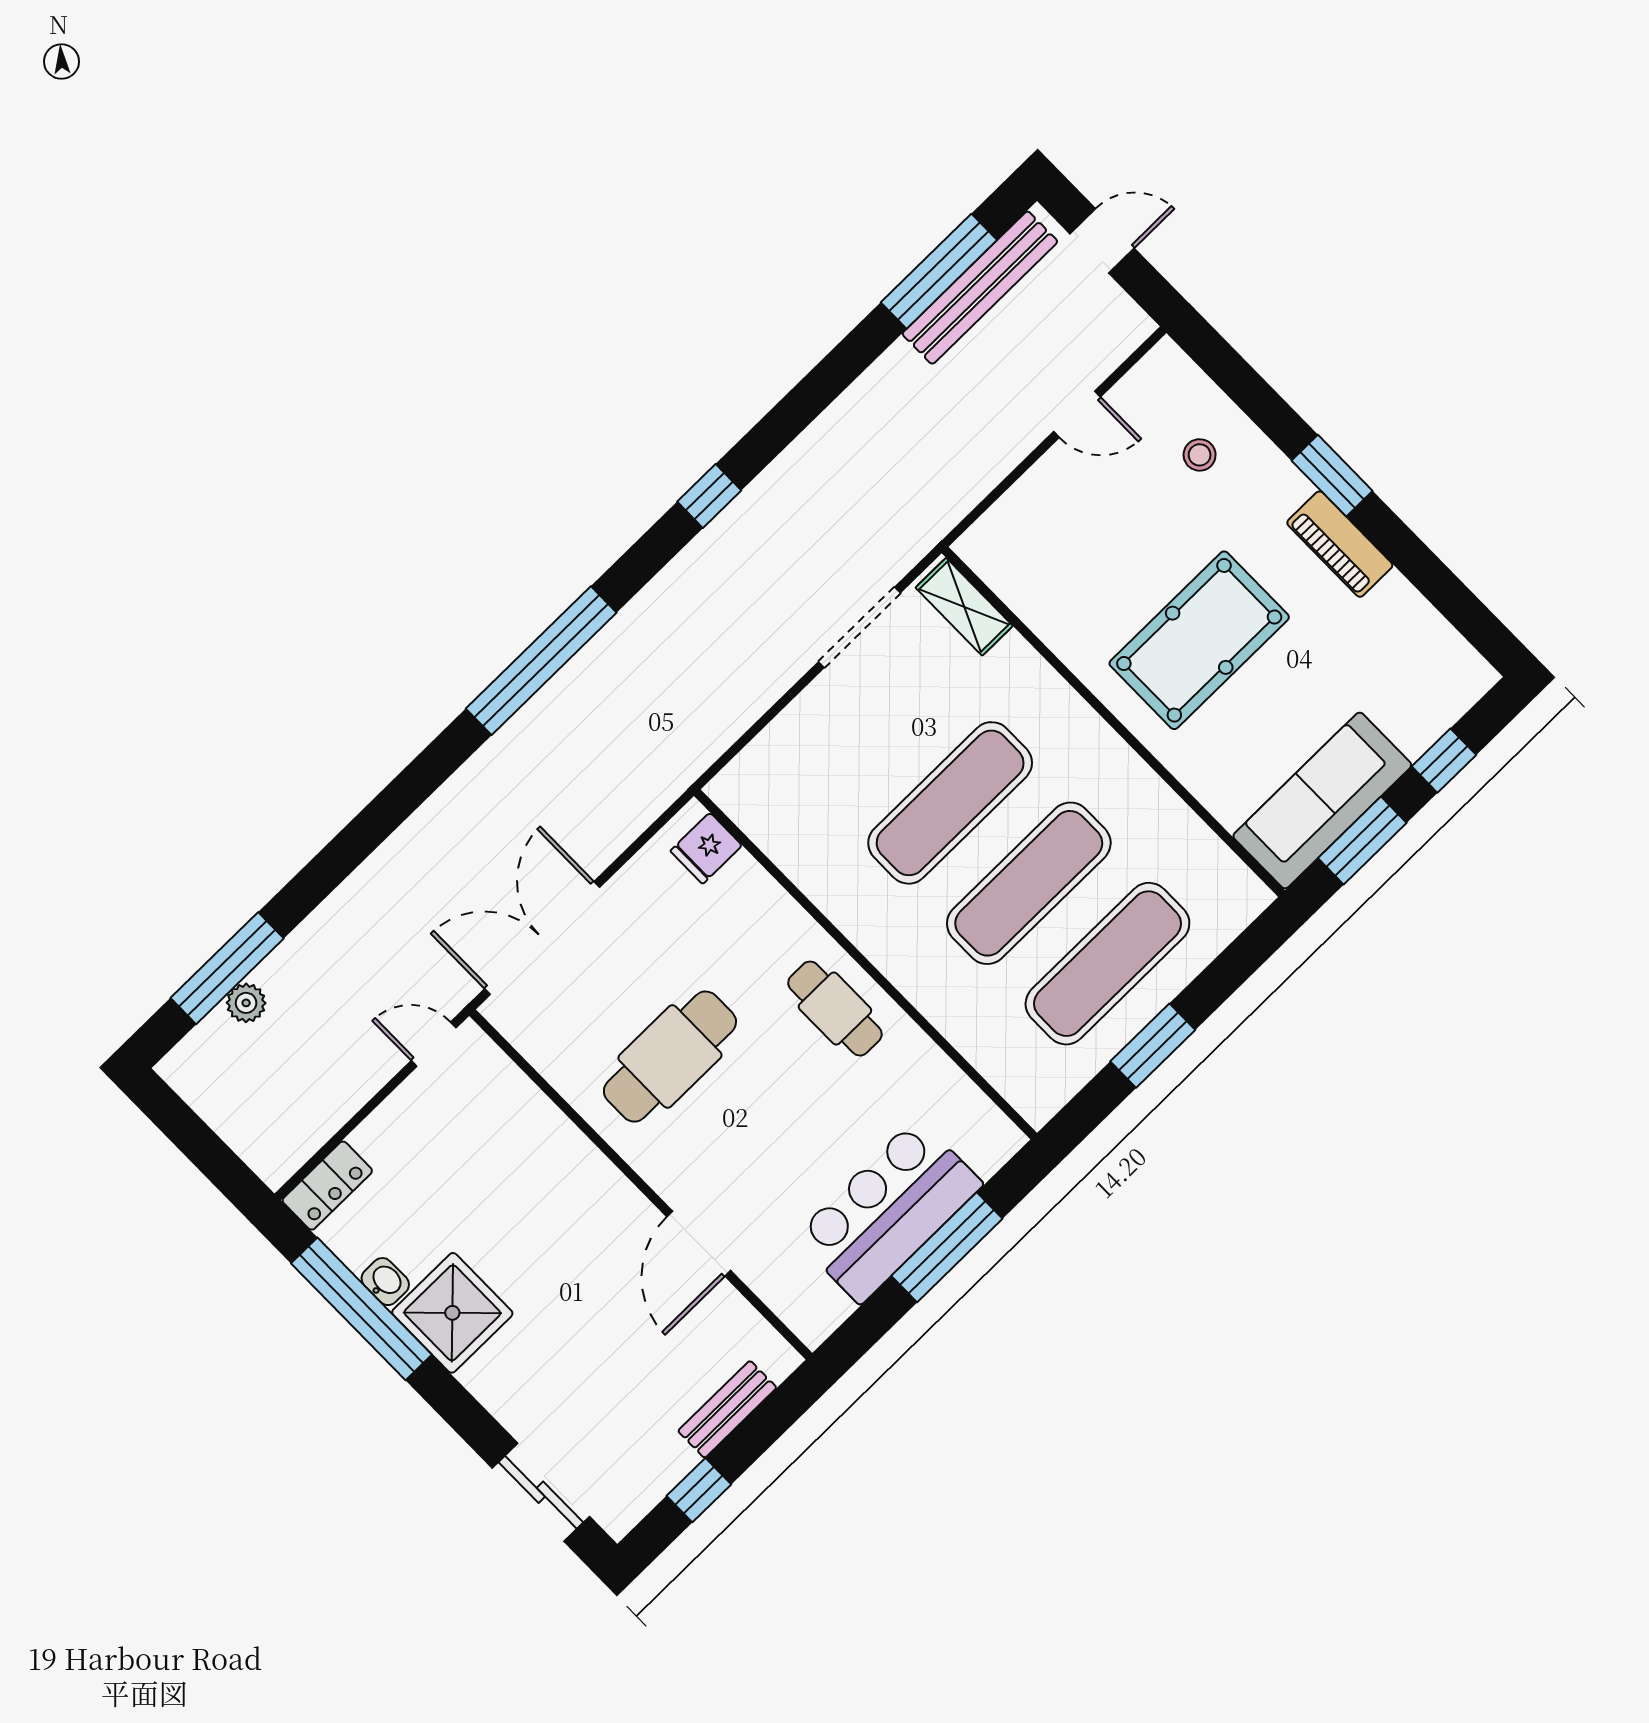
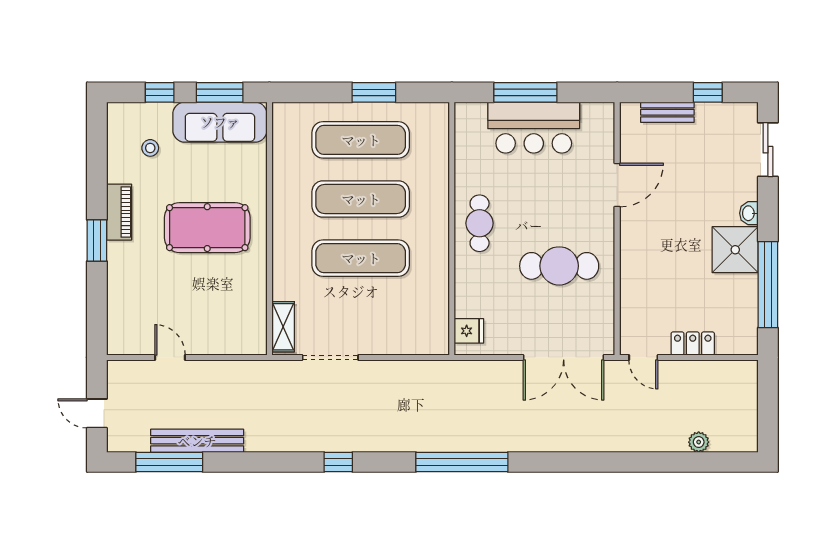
bench: (980, 288) -> (197, 441), moved
stool: (1200, 455) -> (150, 148), moved
window: (227, 968) -> (693, 462), removed
locker: (327, 1186) -> (693, 343), moved
washbasin: (385, 1282) -> (749, 213), moved

